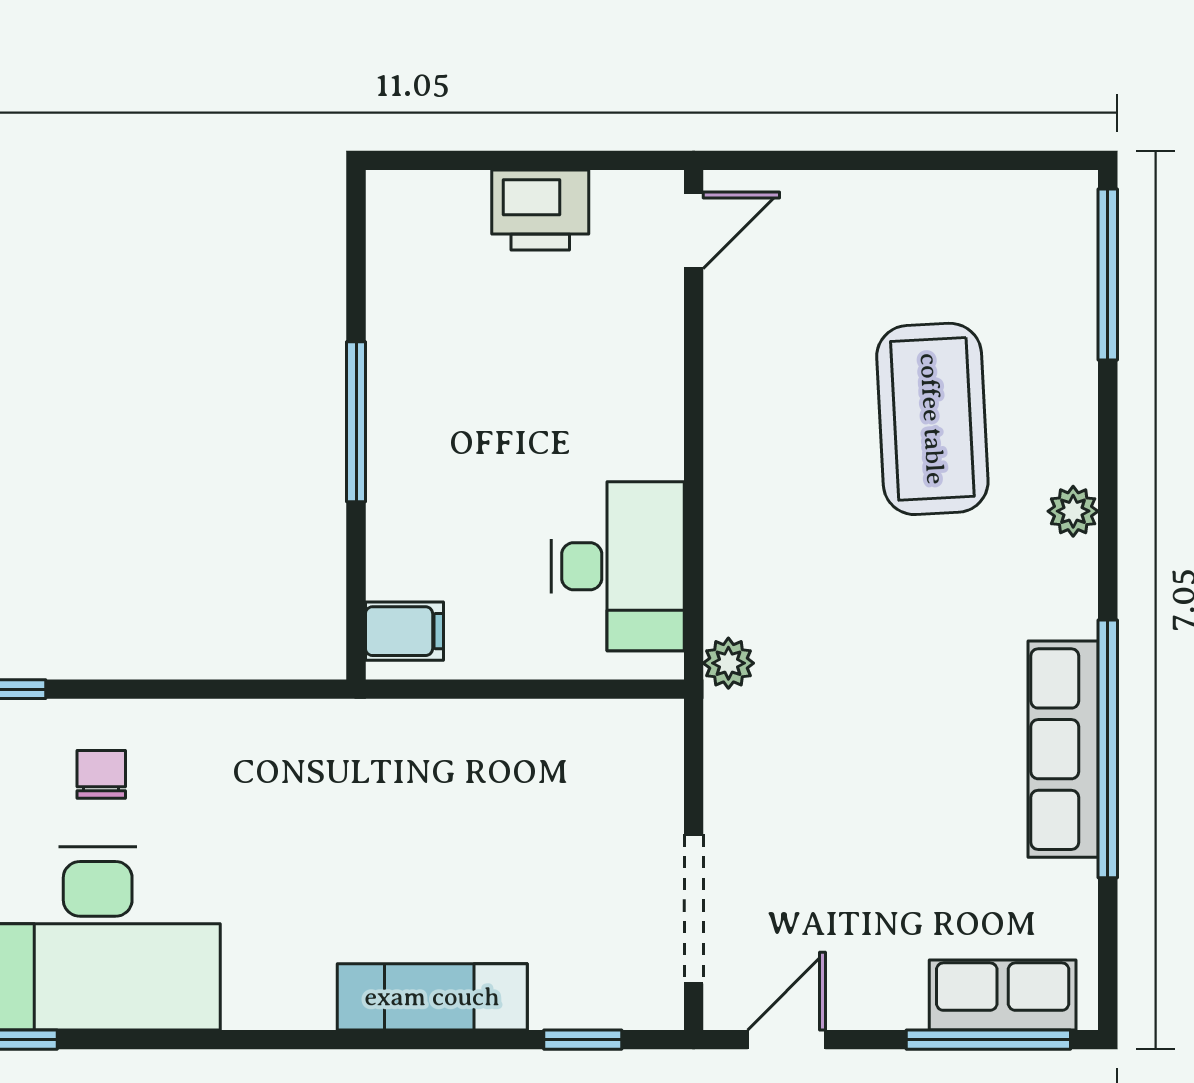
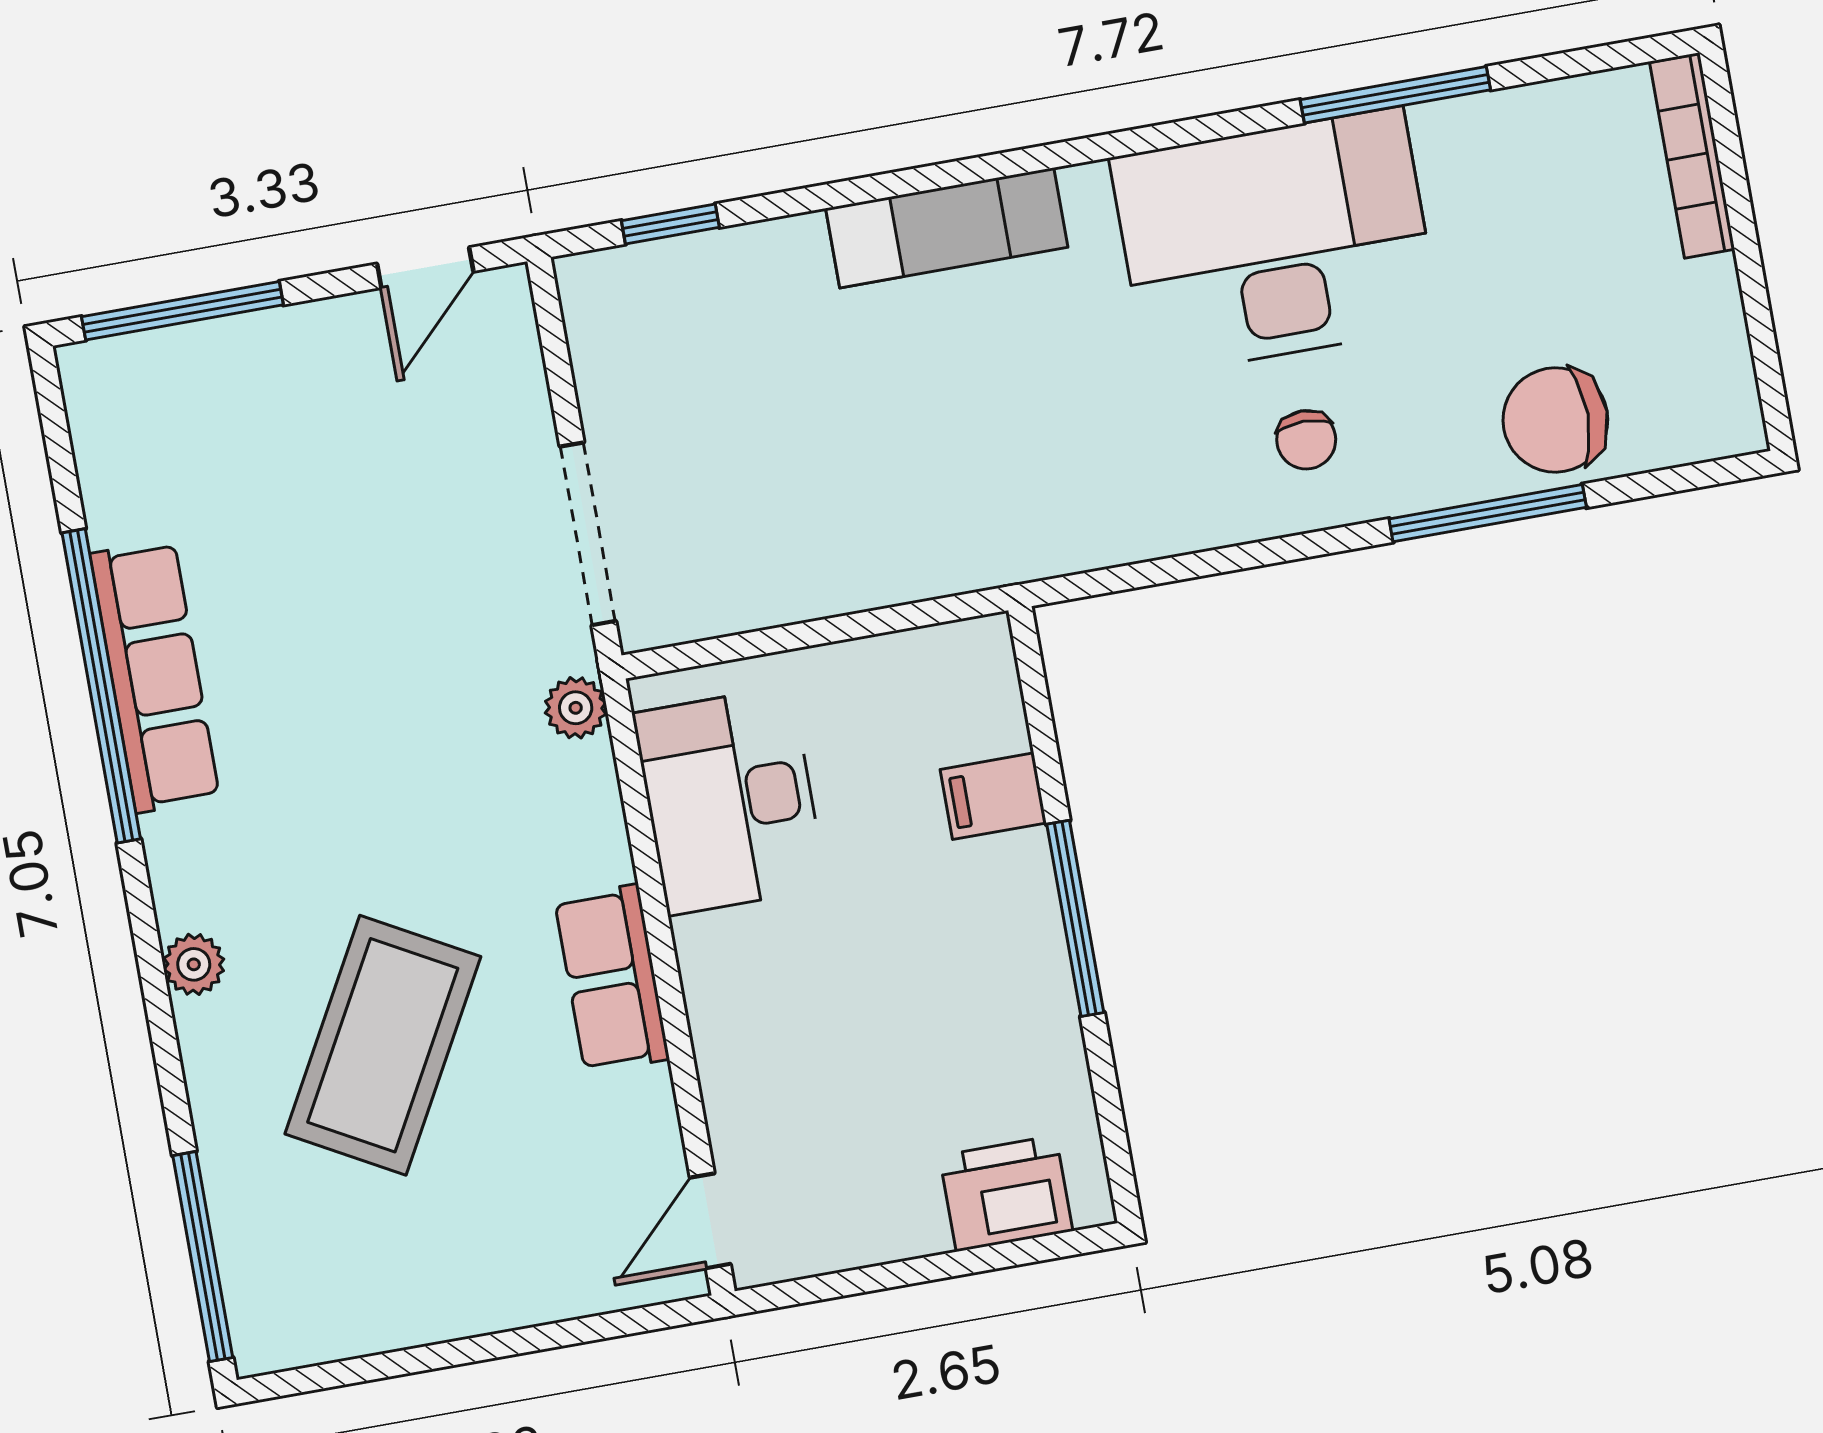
printer: (540, 210) -> (1006, 1193), moved
coffee table: (932, 419) -> (383, 1045), turned 32
filing cabinet: (405, 631) -> (993, 796), moved
doorway: (694, 909) -> (588, 534), moved
row of seats: (1003, 995) -> (612, 979), moved, turned 90
exam couch: (432, 997) -> (947, 228), moved

